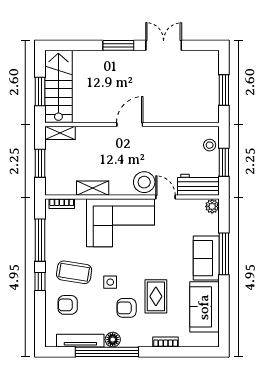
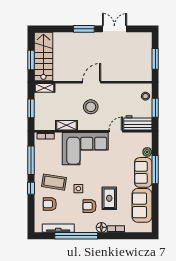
stool: (144, 182) -> (91, 107), moved
door: (165, 197) -> (116, 131), hinge flipped
plant: (212, 206) -> (147, 152), moved
floor lamp: (113, 340) -> (101, 227), moved

